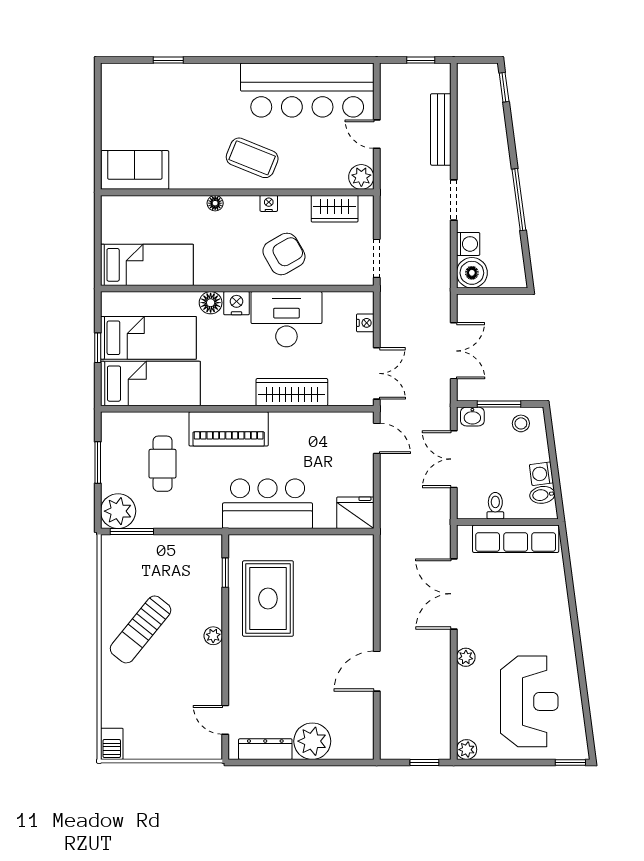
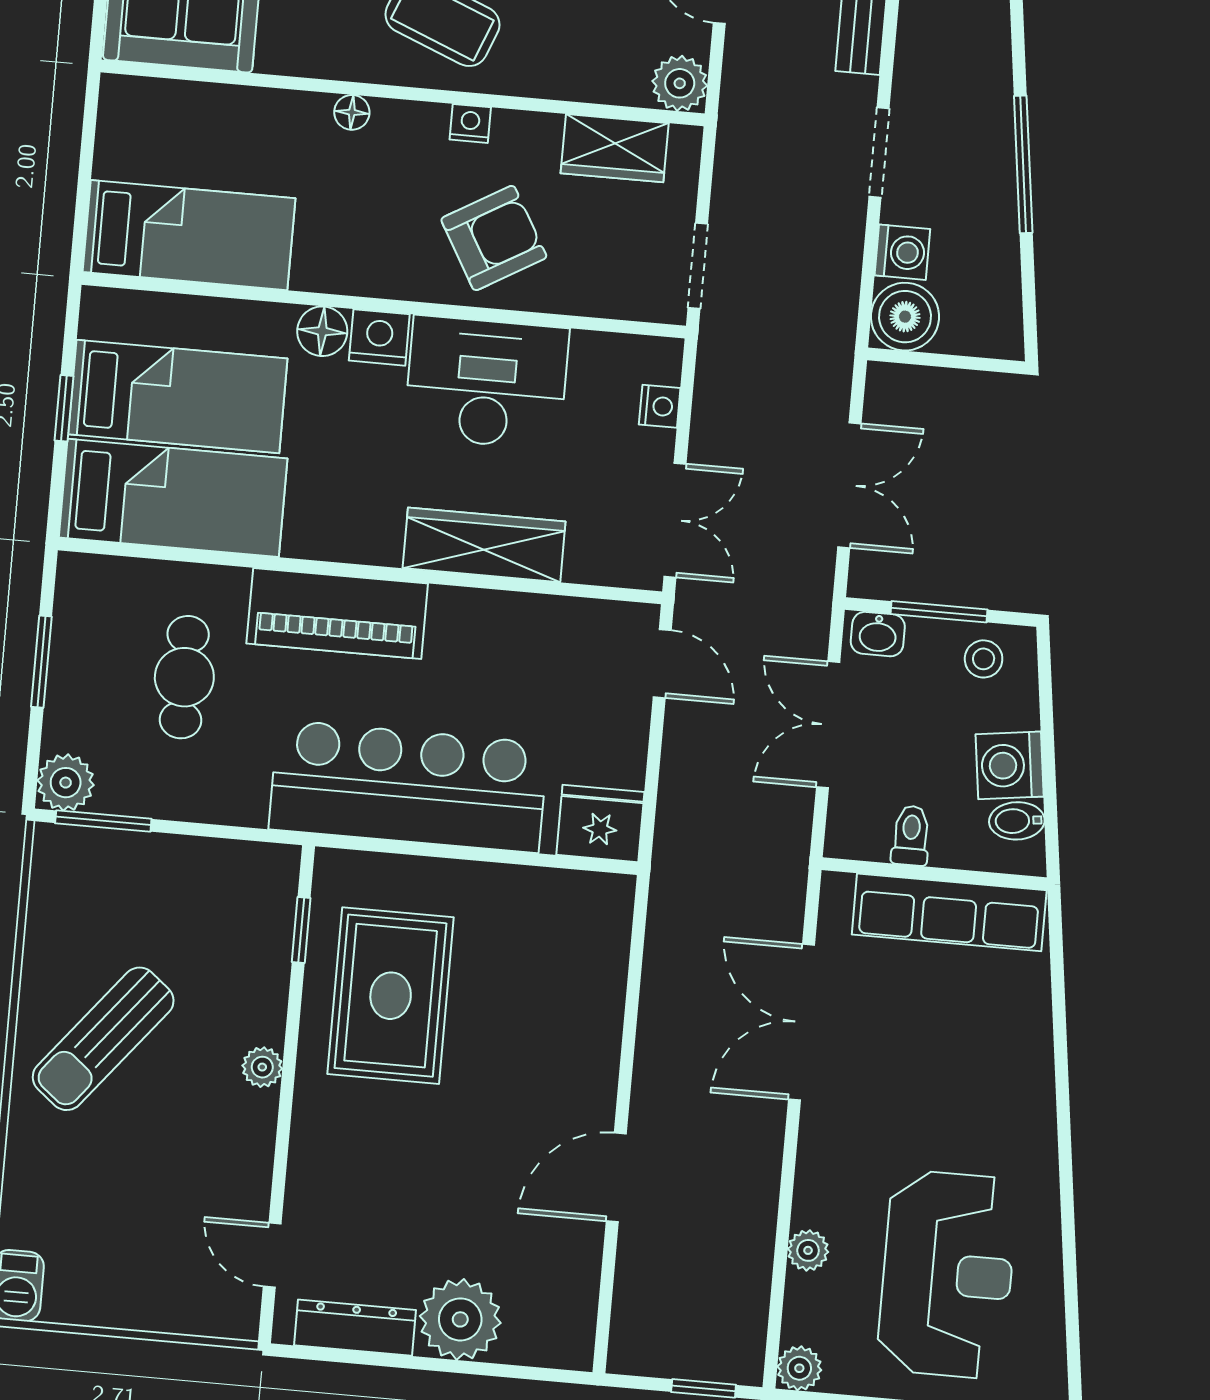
washing machine: (541, 474) -> (1010, 765), width x1.38, depth x1.38
bar counter: (268, 504) -> (408, 786), width x1.36
plant: (118, 511) -> (66, 783), width x0.73, depth x0.73
plant: (466, 657) -> (808, 1250), moved

